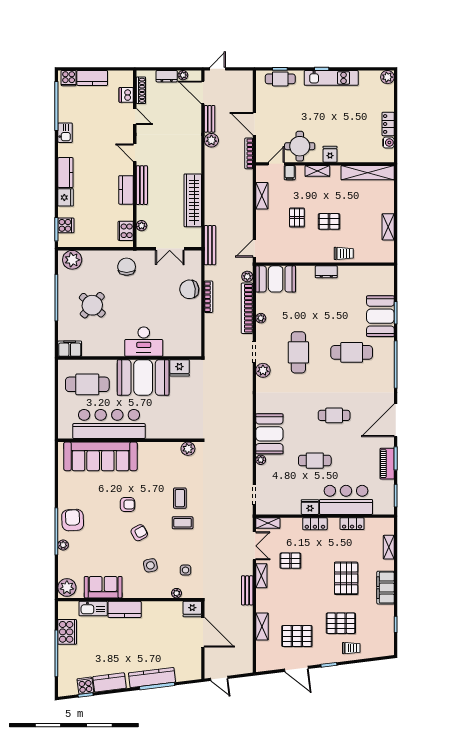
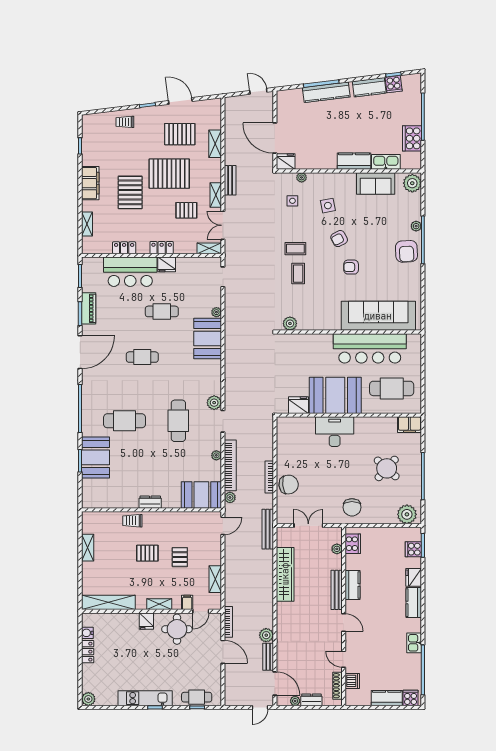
pallet: (341, 623) -> (169, 174), moved, width x1.37, depth x1.41

